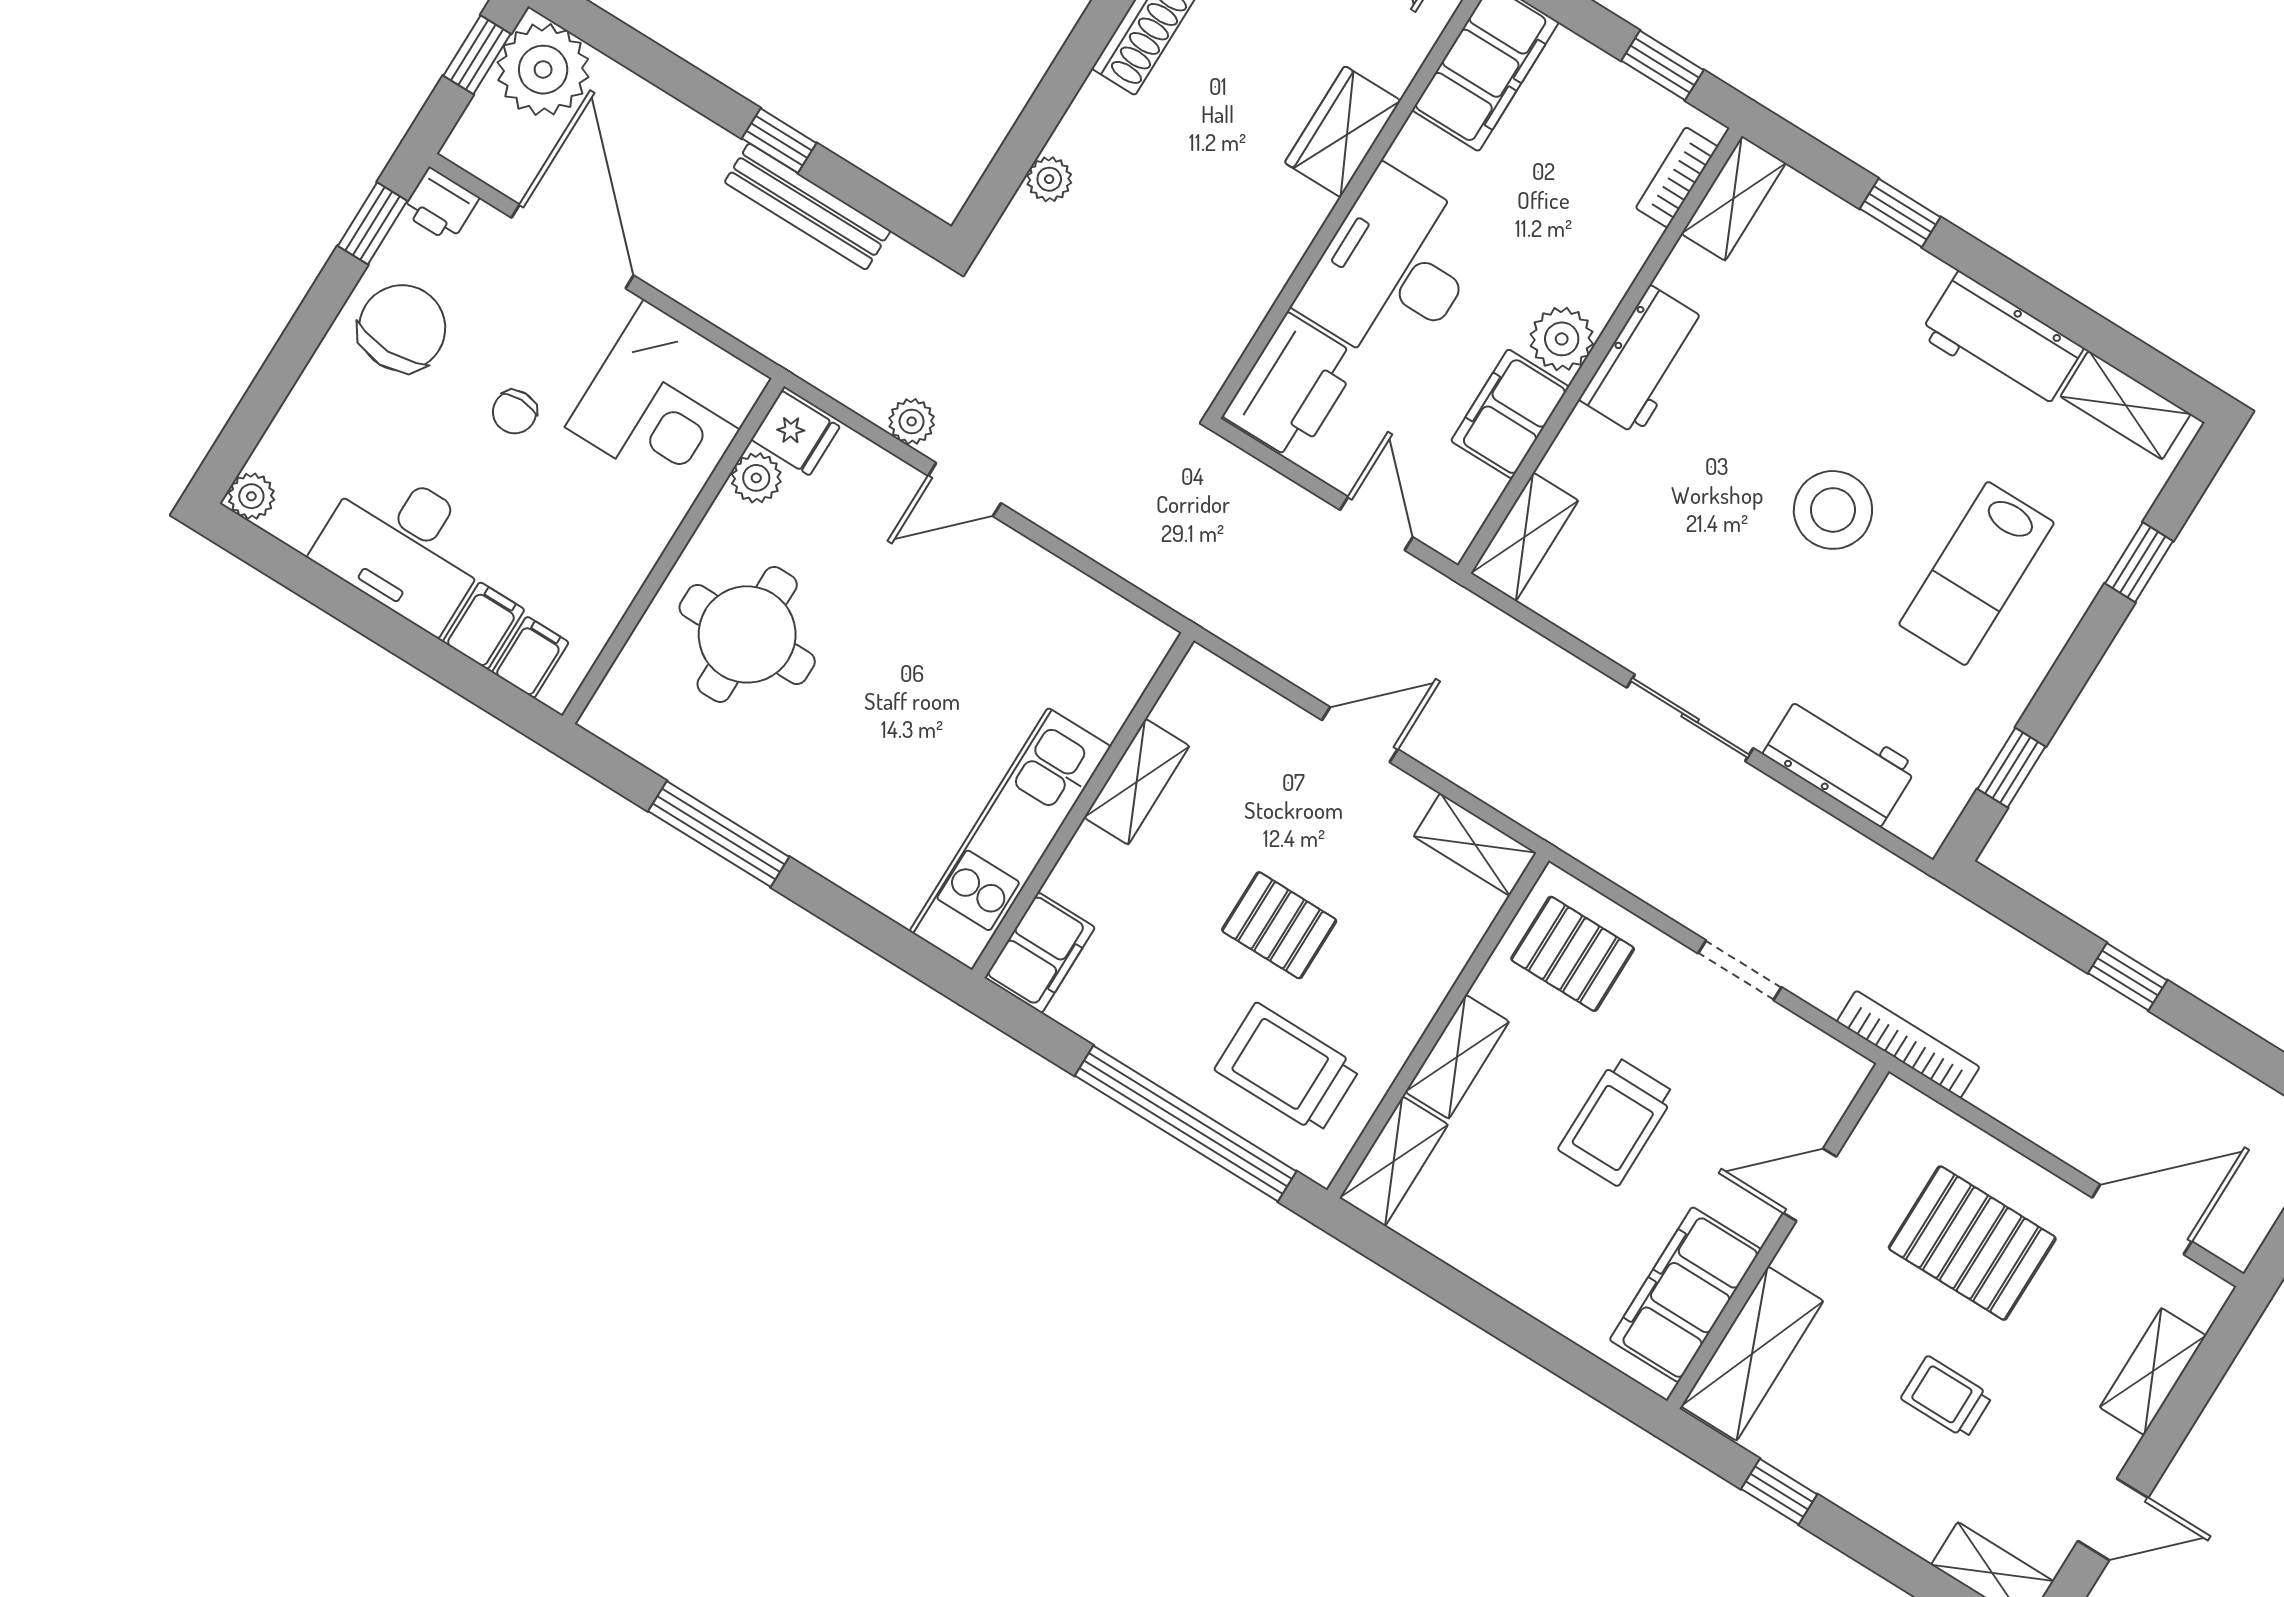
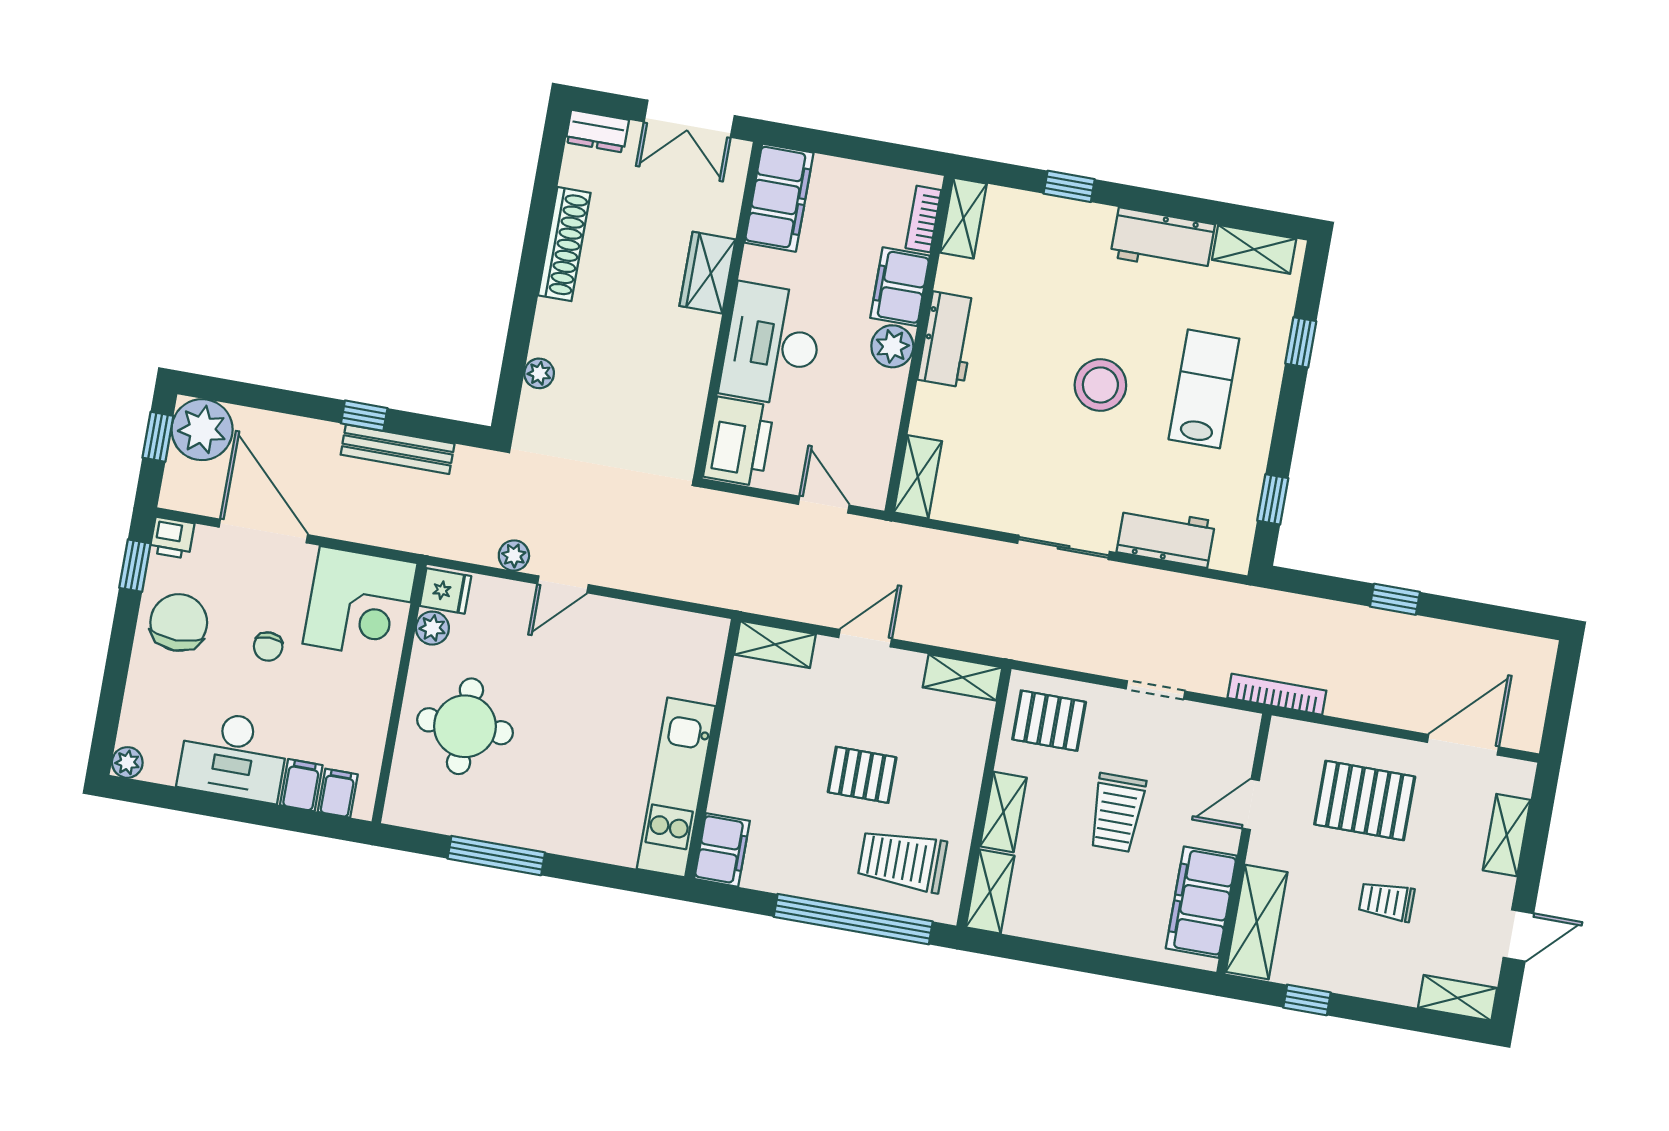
window: (1662, 65) -> (887, 154), removed
filing cabinet: (1510, 414) -> (900, 287), moved
lab bench: (1976, 574) -> (1204, 389), turned 180
shelving: (1137, 782) -> (775, 644), moved, turned 90

